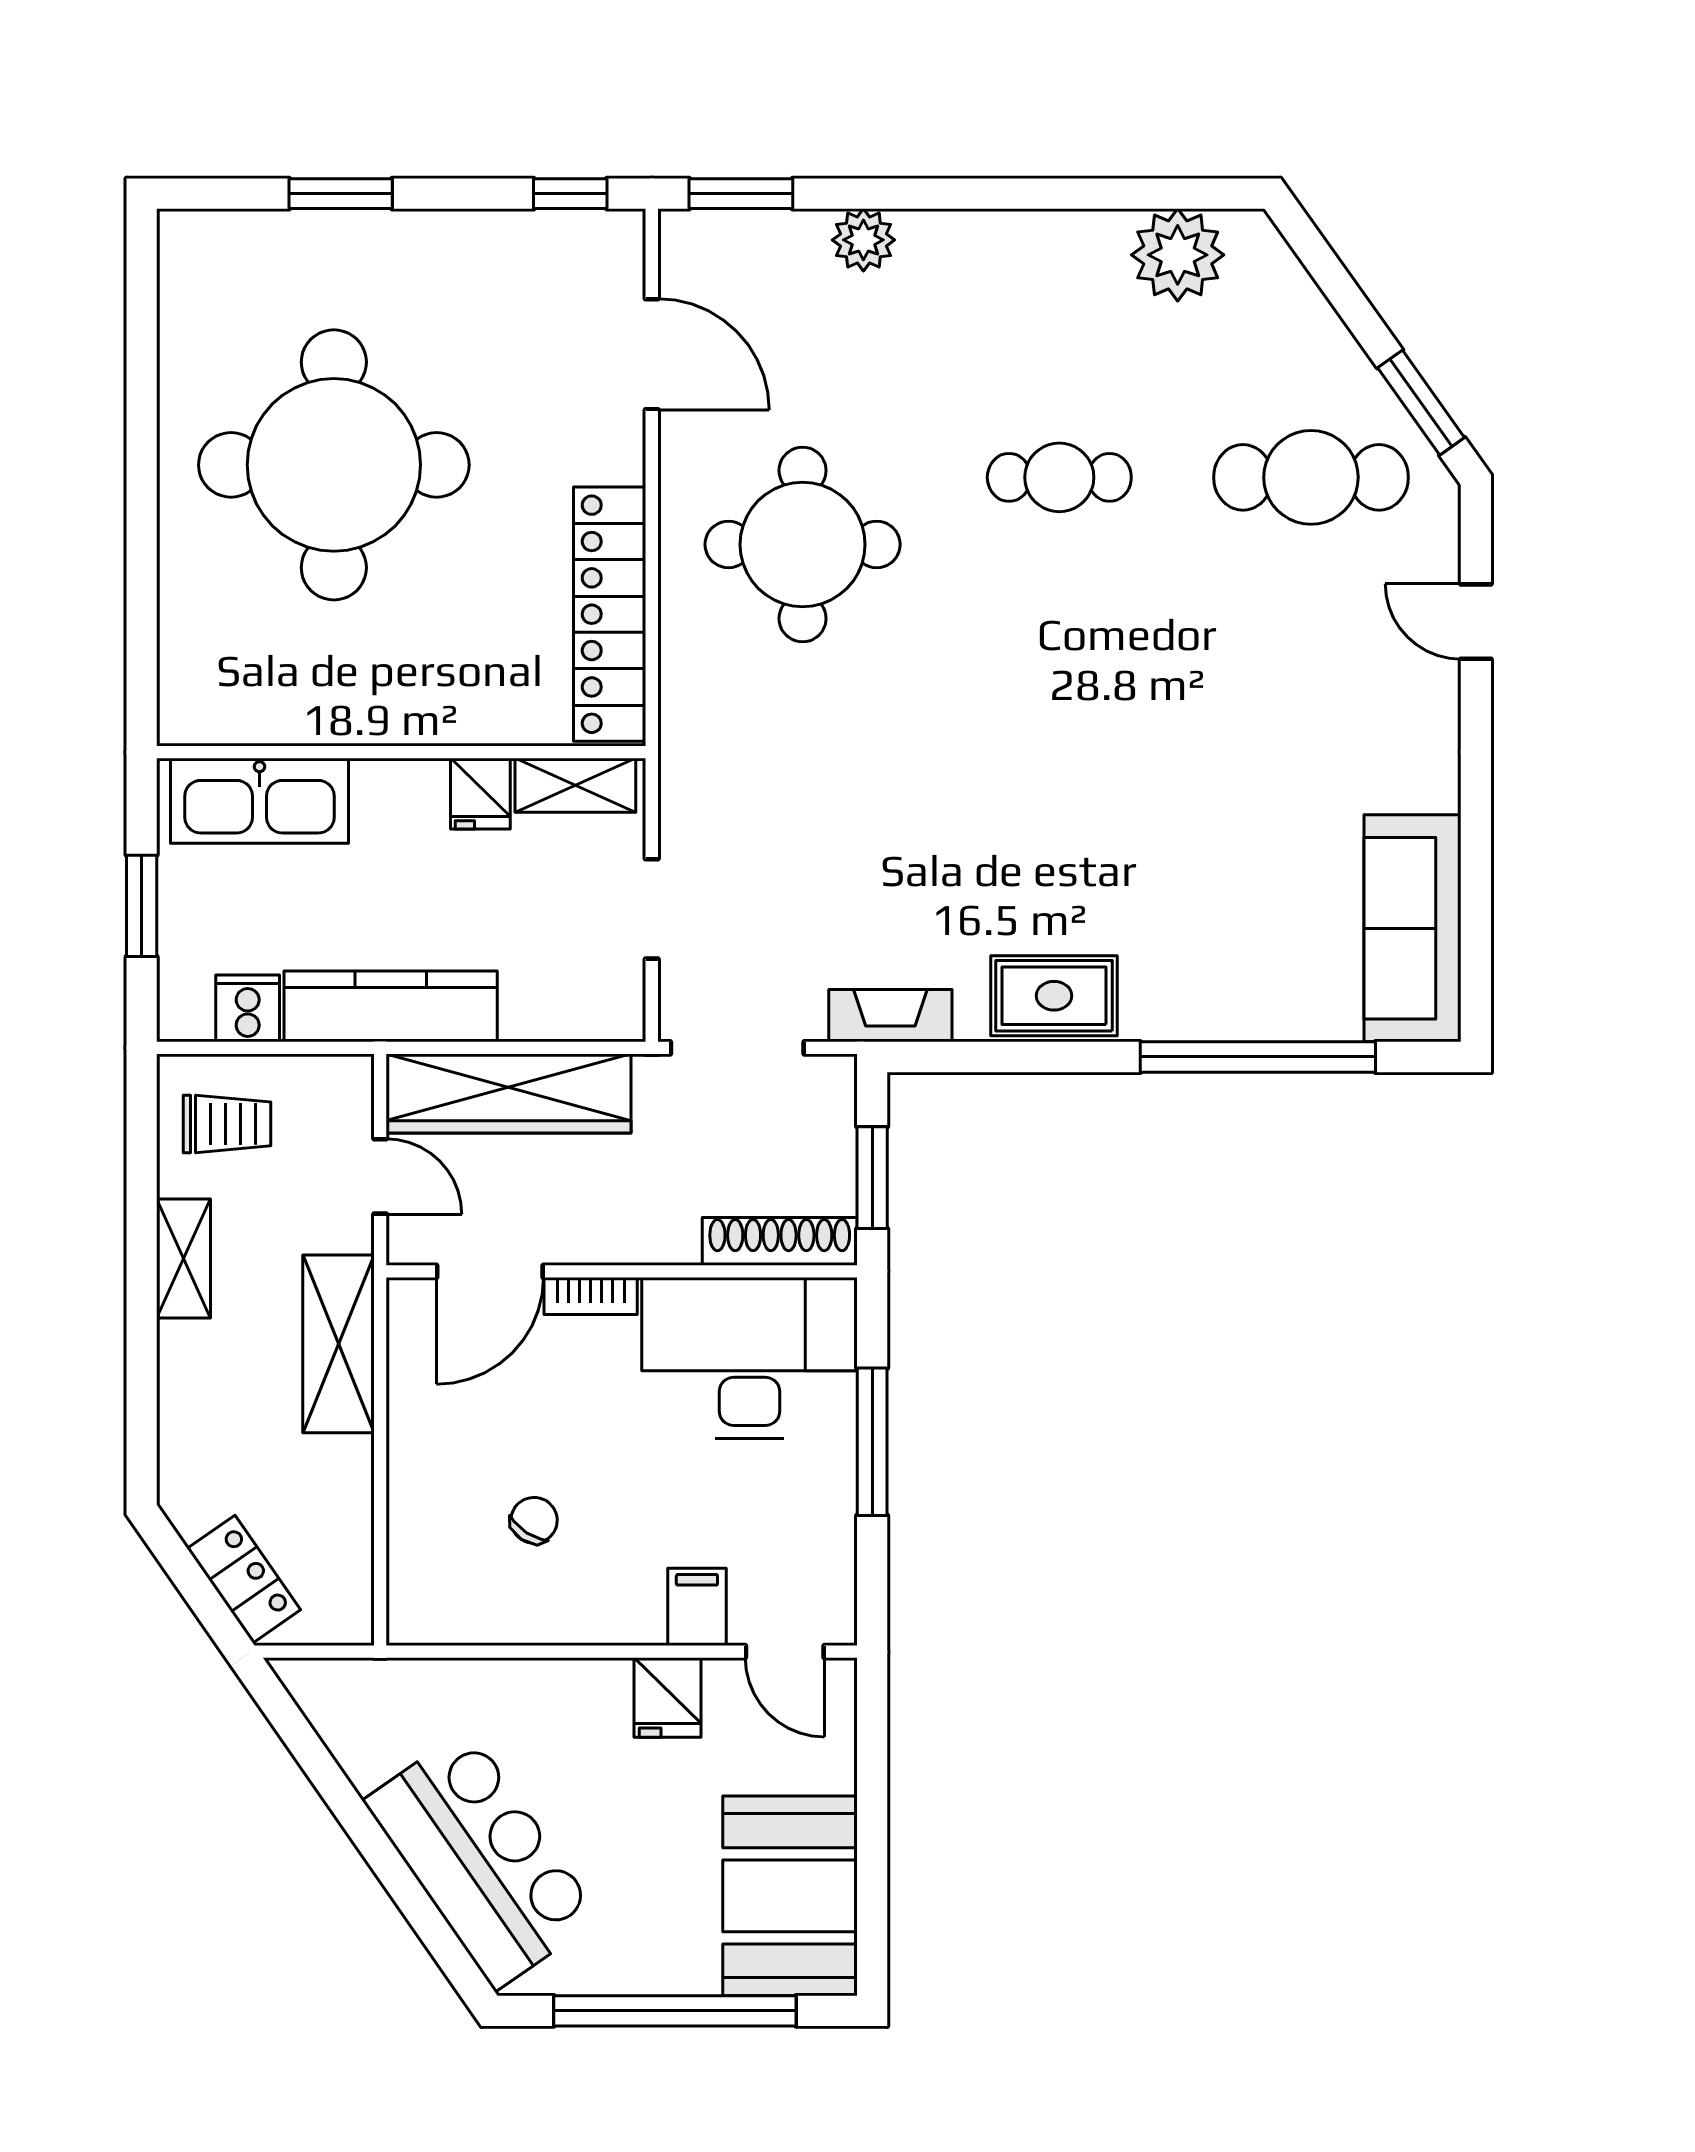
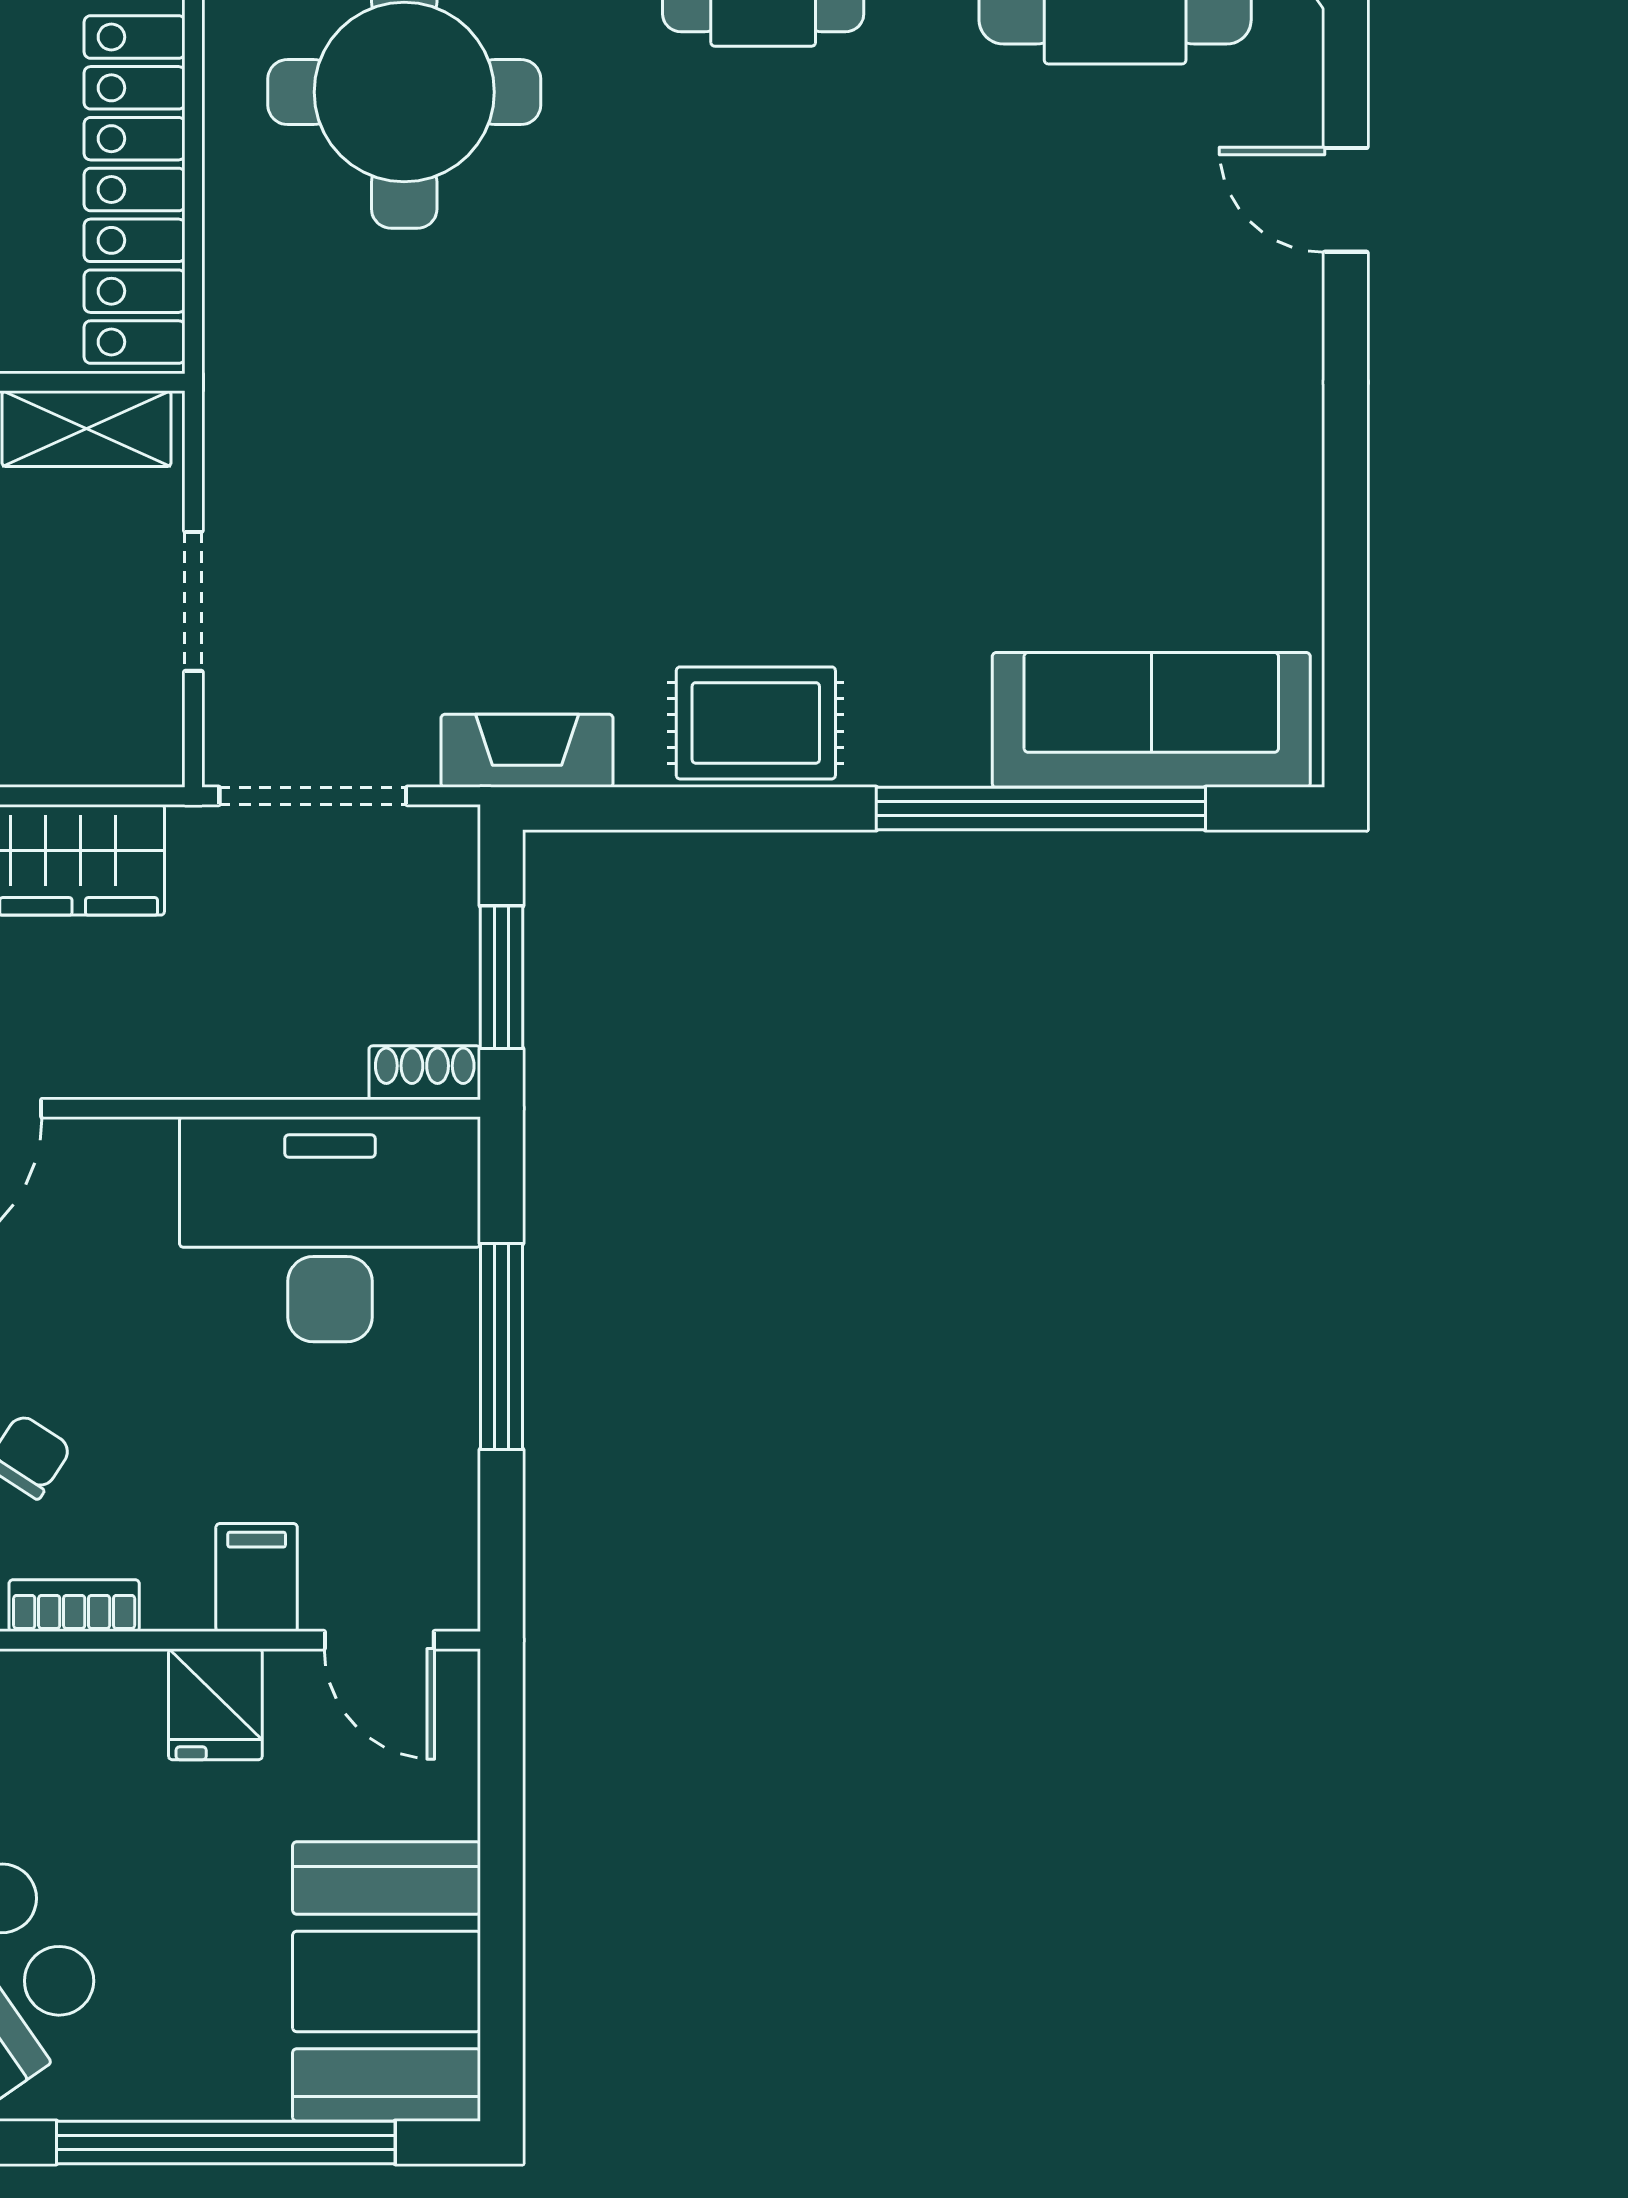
sofa: (1413, 928) -> (1151, 720), moved, turned 90
shoe rack: (780, 1241) -> (425, 1073), width x0.51, depth x0.81
bookcase: (591, 1296) -> (74, 1606), moved, turned 180

